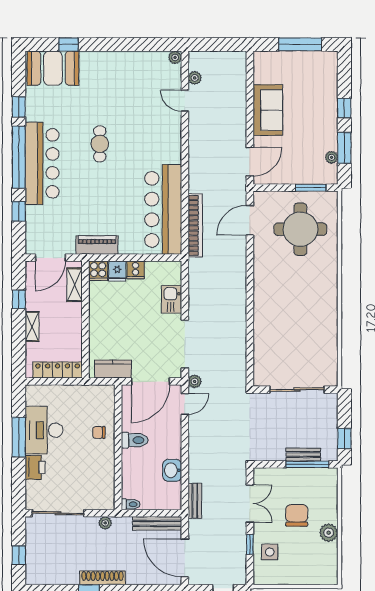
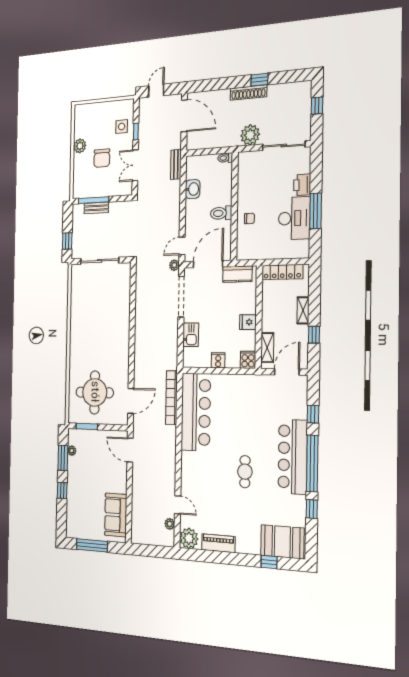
plant: (175, 57) -> (189, 538), width x1.88, depth x1.88
sofa: (268, 110) -> (116, 515), moved
door: (250, 162) -> (130, 450), hinge flipped
piano: (97, 245) -> (218, 543), moved, turned 180
fridge: (117, 271) -> (248, 322), moved, turned -90
window: (344, 438) -> (67, 241), moved
plant: (105, 523) -> (250, 135), width x1.87, depth x1.87
bench: (157, 523) -> (205, 143), removed

